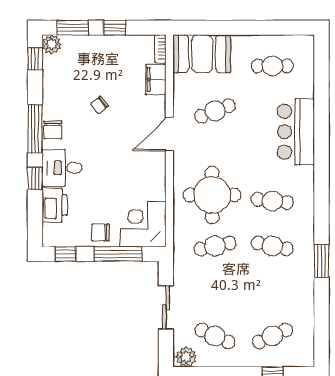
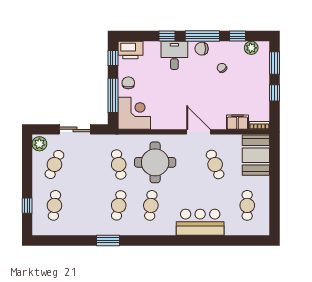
plant: (52, 44) -> (251, 48), moved
window: (35, 59) -> (237, 36), moved
chair: (99, 105) -> (222, 68), moved
printer: (55, 205) -> (130, 50), moved
cafe table: (272, 336) -> (54, 205), turned 30

